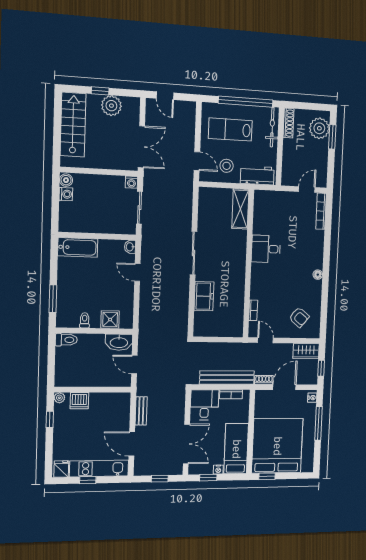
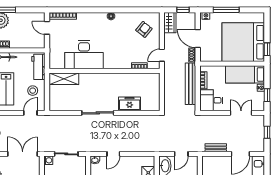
desk: (266, 249) -> (84, 55), width x1.87, depth x1.30
double door: (186, 444) -> (241, 113), width x0.73

